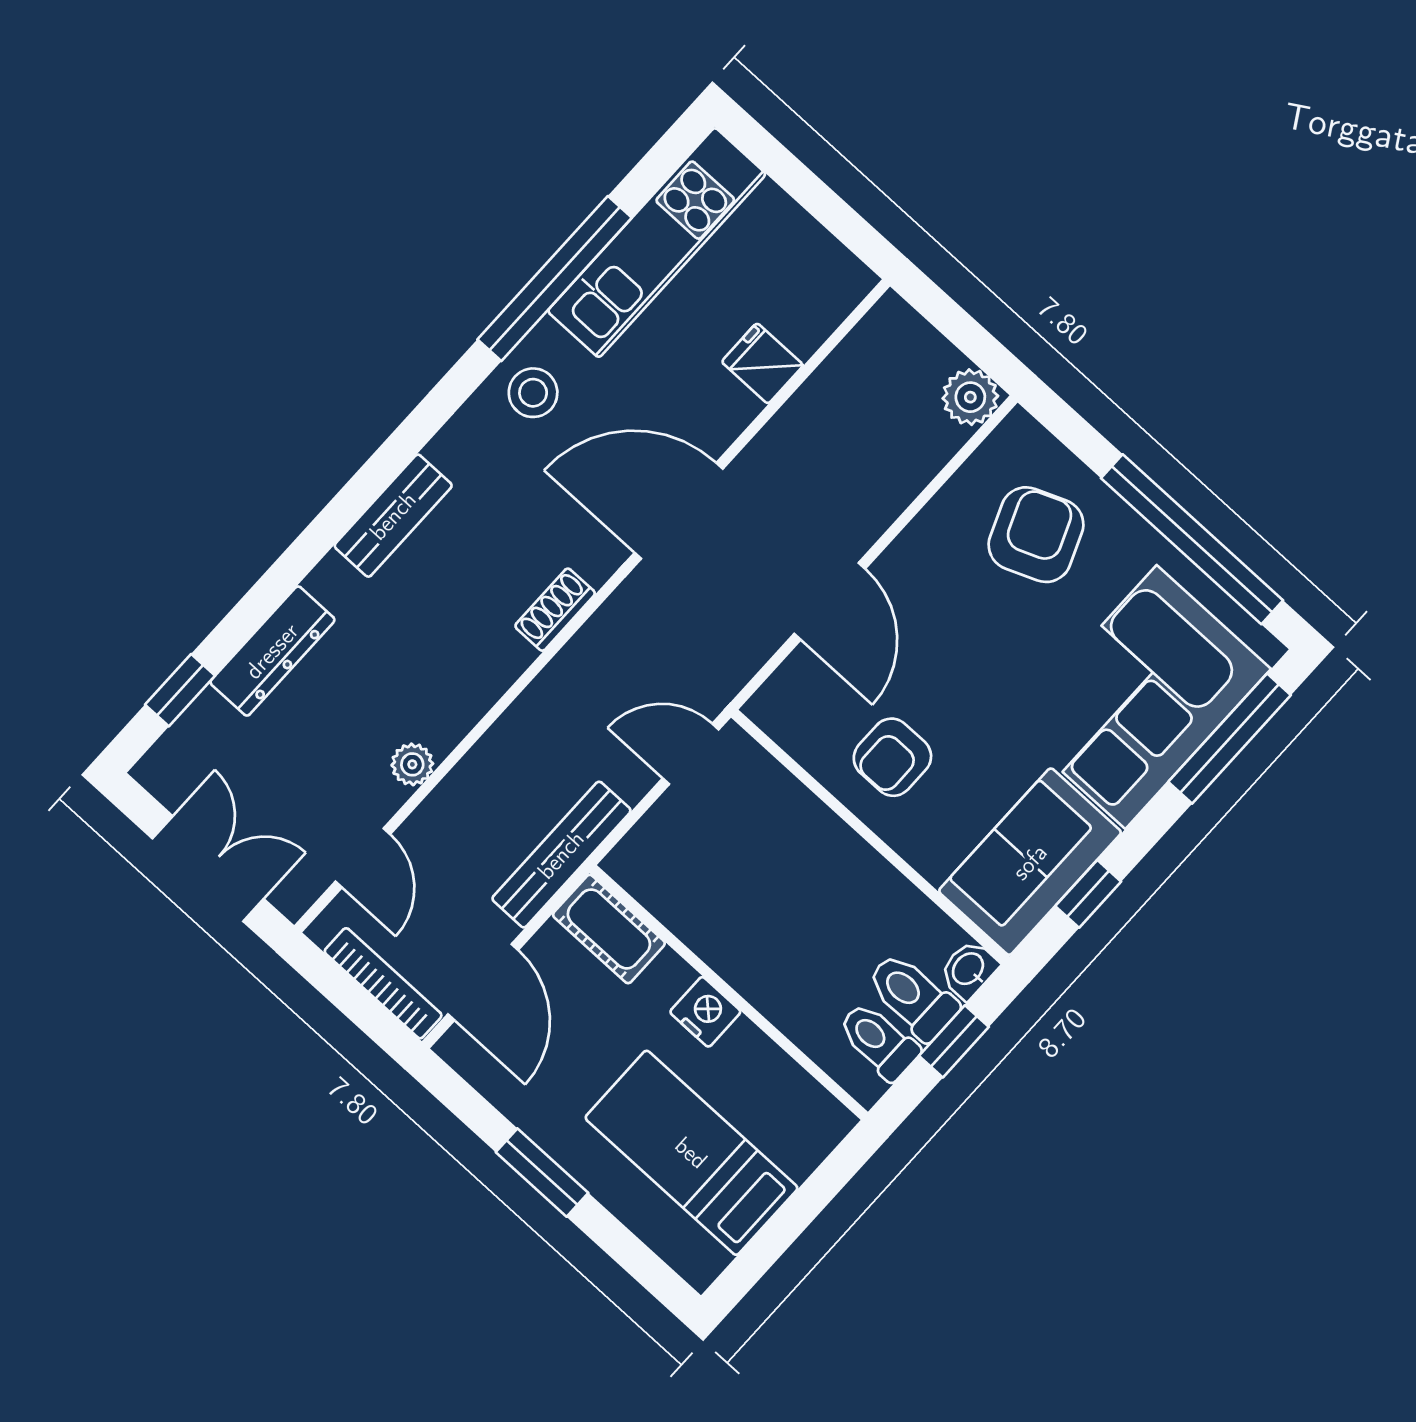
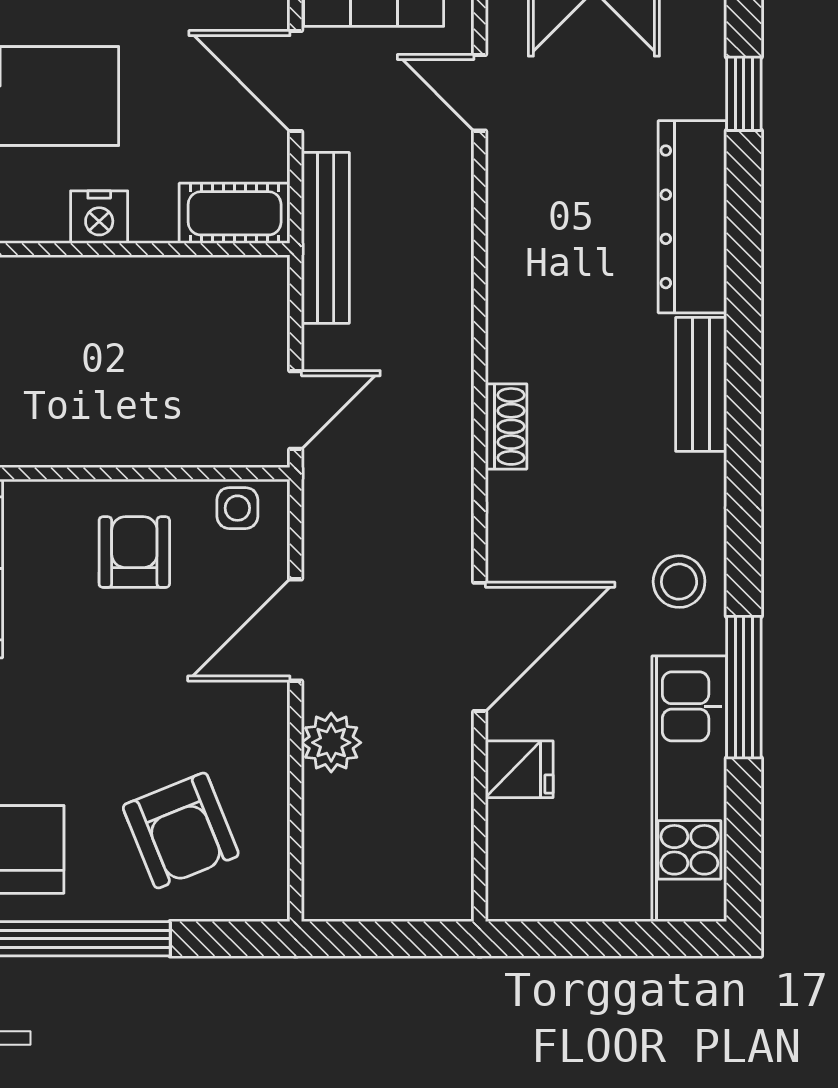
window: (555, 279) -> (744, 687), width x0.68
plant: (970, 397) -> (331, 743), moved
door: (679, 511) -> (480, 647), moved
door: (830, 601) -> (296, 630), hinge flipped
dresser: (272, 651) -> (692, 217), width x1.37, depth x1.24
side table: (793, 723) -> (237, 508), added
plant: (412, 764) -> (508, 202), removed

